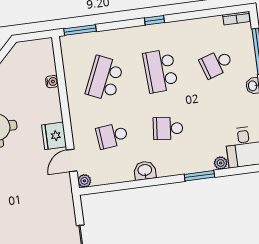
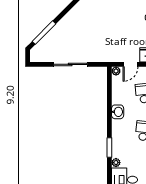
door: (72, 161) -> (131, 64), swing flipped

